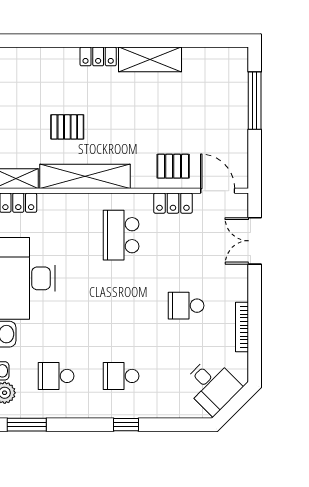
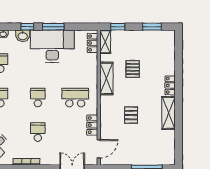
pallet: (173, 166) -> (131, 115), moved
shelving: (85, 176) -> (106, 78), width x0.68
school desk: (121, 306) -> (38, 98), added

